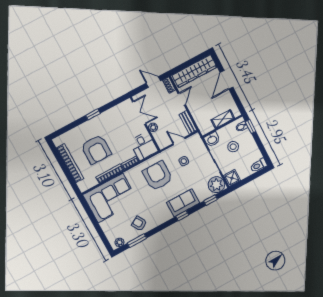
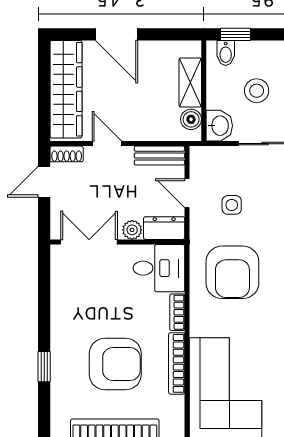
window: (93, 114) -> (44, 367), moved
boiler: (209, 127) -> (191, 119), added
dresser: (161, 140) -> (164, 228), added
door: (179, 141) -> (187, 193), hinge flipped
armchair: (158, 176) -> (232, 272), turned -90

